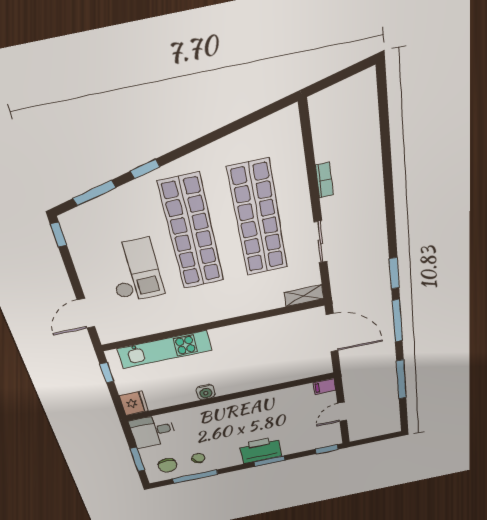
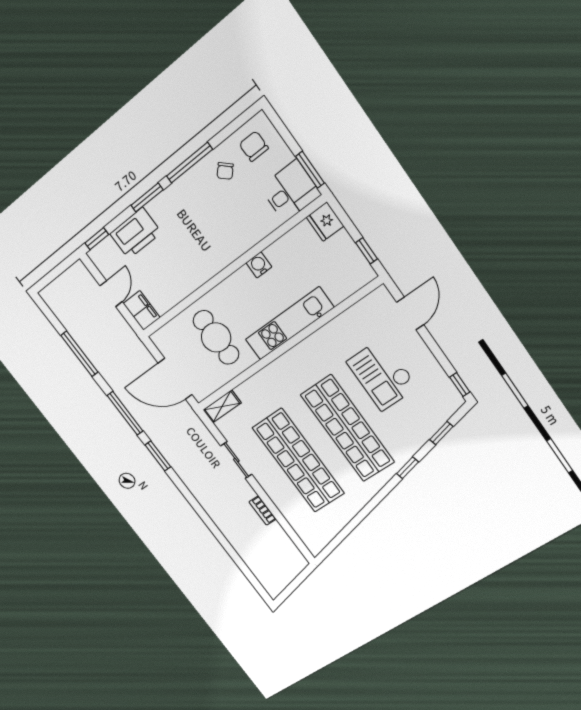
window: (94, 193) -> (441, 433), width x0.67
kitchen unit: (165, 349) -> (289, 324), moved
cafe table: (274, 352) -> (216, 337), added
filing cabinet: (325, 387) -> (142, 310), width x2.00
printer: (261, 450) -> (136, 233), moved
window: (137, 459) -> (310, 170), moved
window: (195, 477) -> (189, 163), moved

